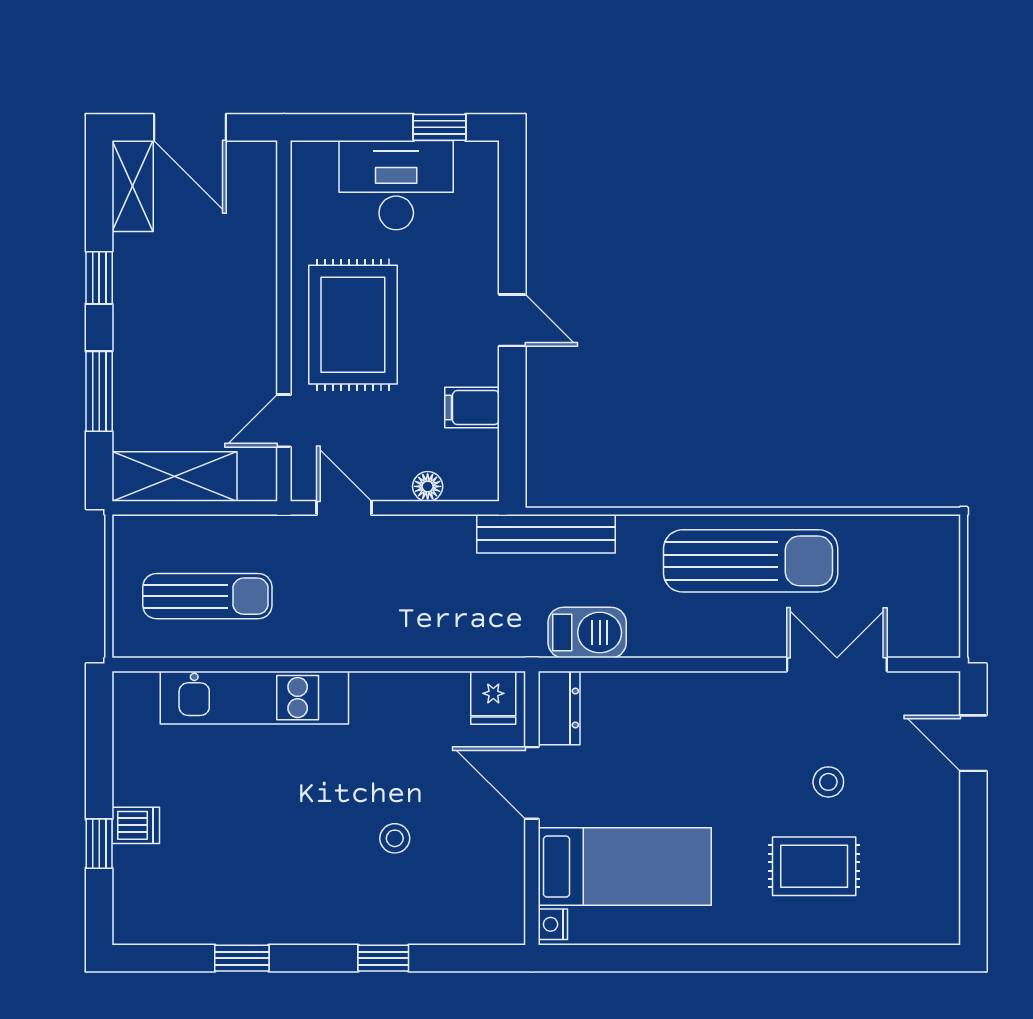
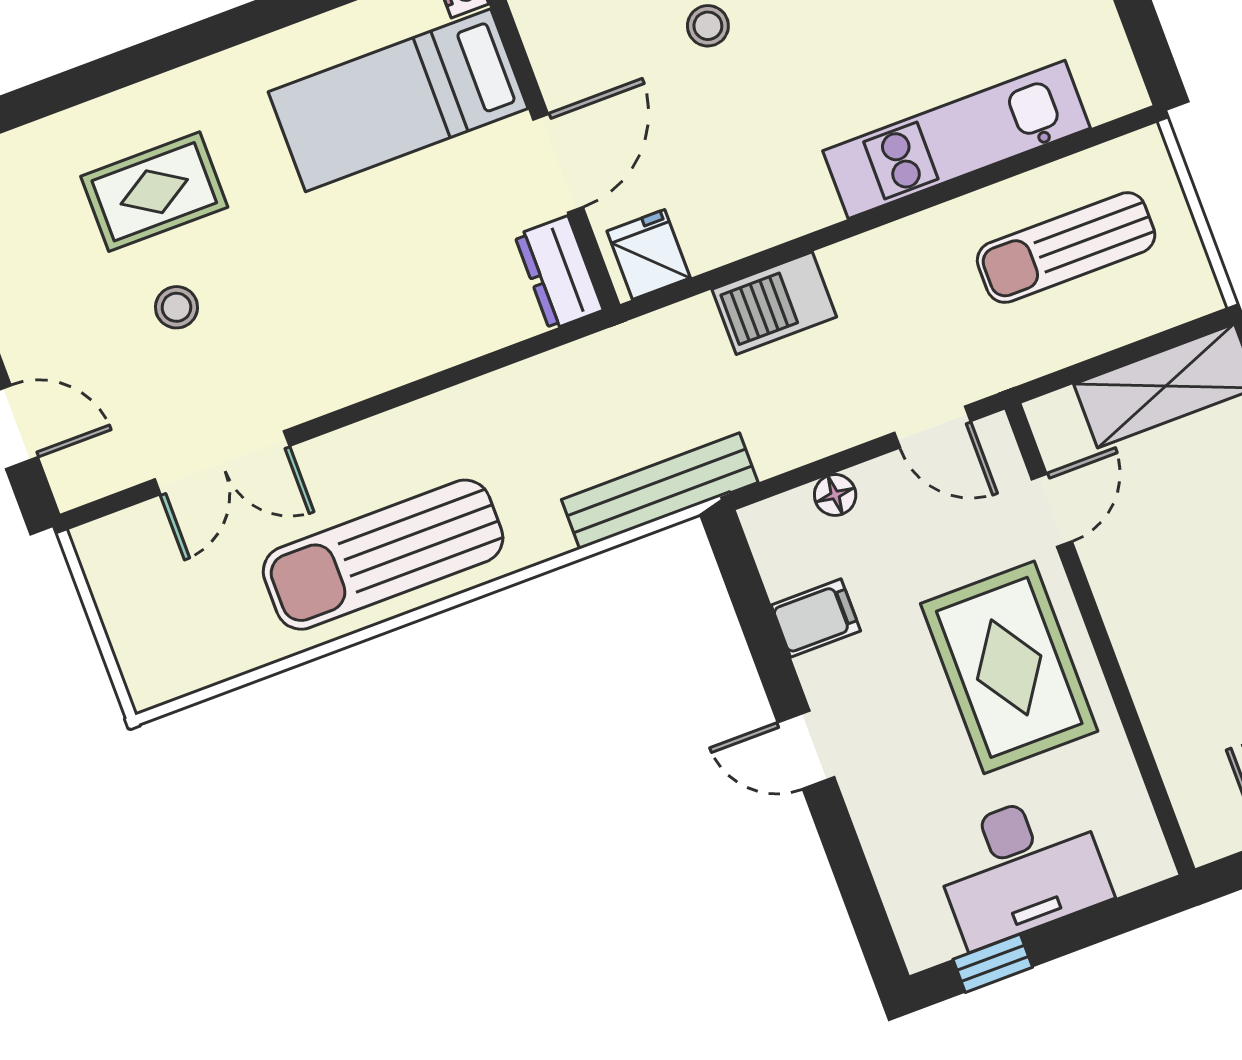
barbecue: (587, 633) -> (774, 303), moved
door: (532, 783) -> (558, 163), hinge flipped

